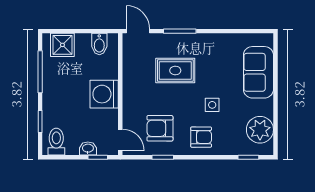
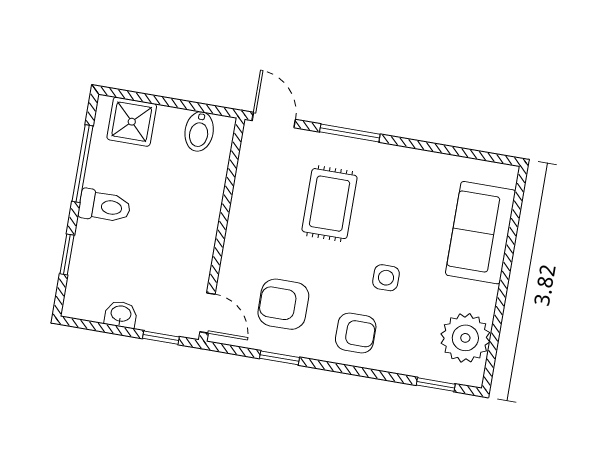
rug: (175, 71) -> (330, 204), turned 90
washing machine: (104, 94) -> (192, 224), removed
toilet: (56, 142) -> (105, 206), moved, turned 90
washbasin: (88, 149) -> (121, 314), moved

